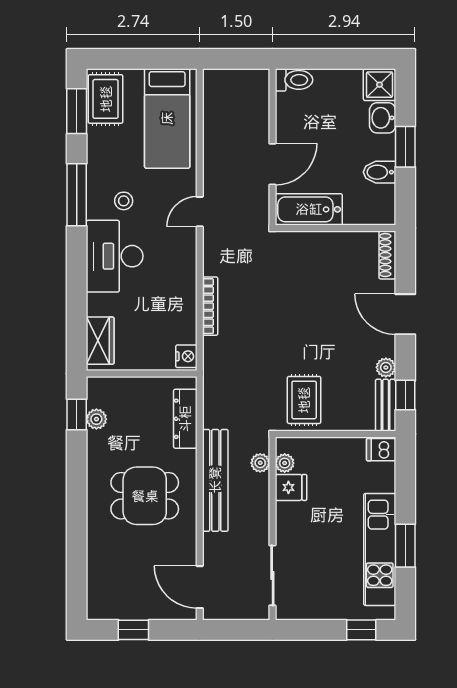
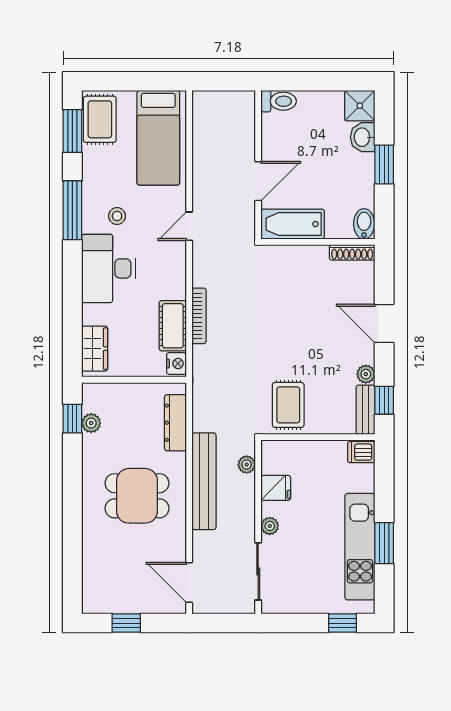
bidet: (379, 172) -> (364, 224), moved, turned 90
shoe rack: (387, 255) -> (352, 252), moved, turned -90
cot: (182, 316) -> (173, 326), added
plant: (285, 463) -> (270, 526), moved

